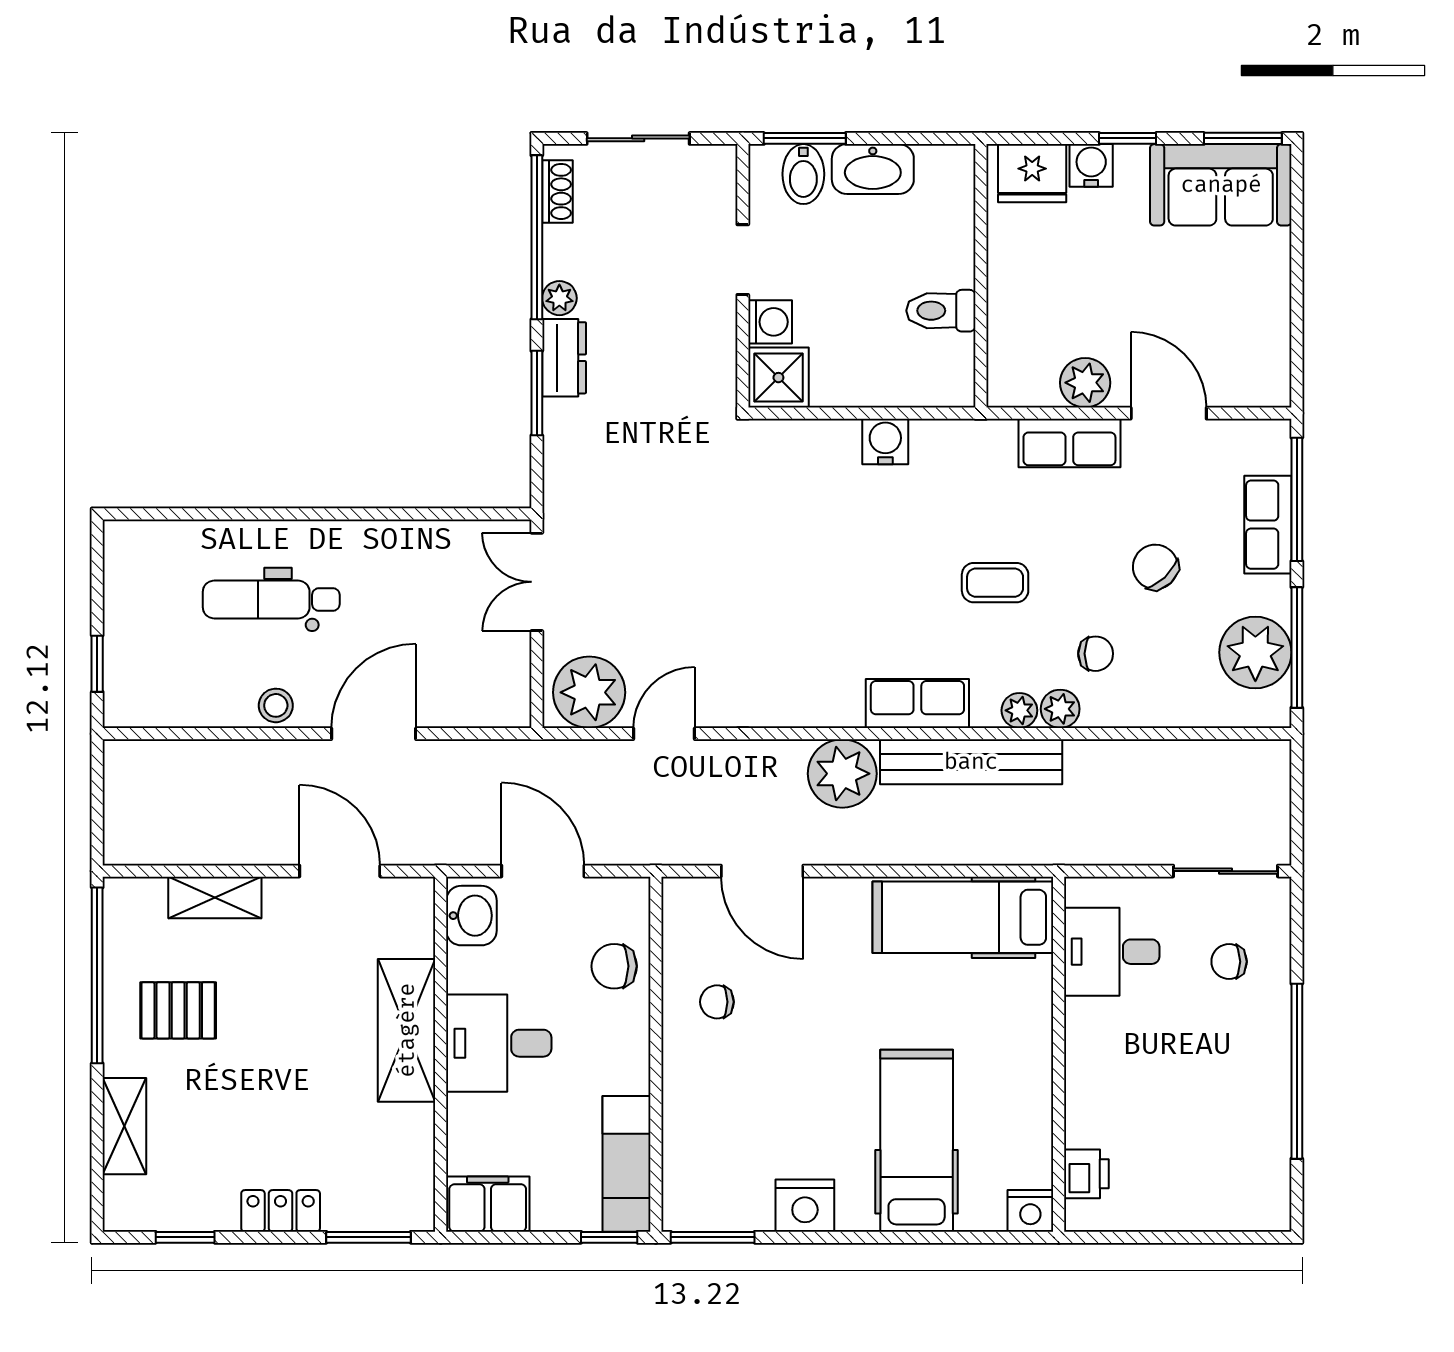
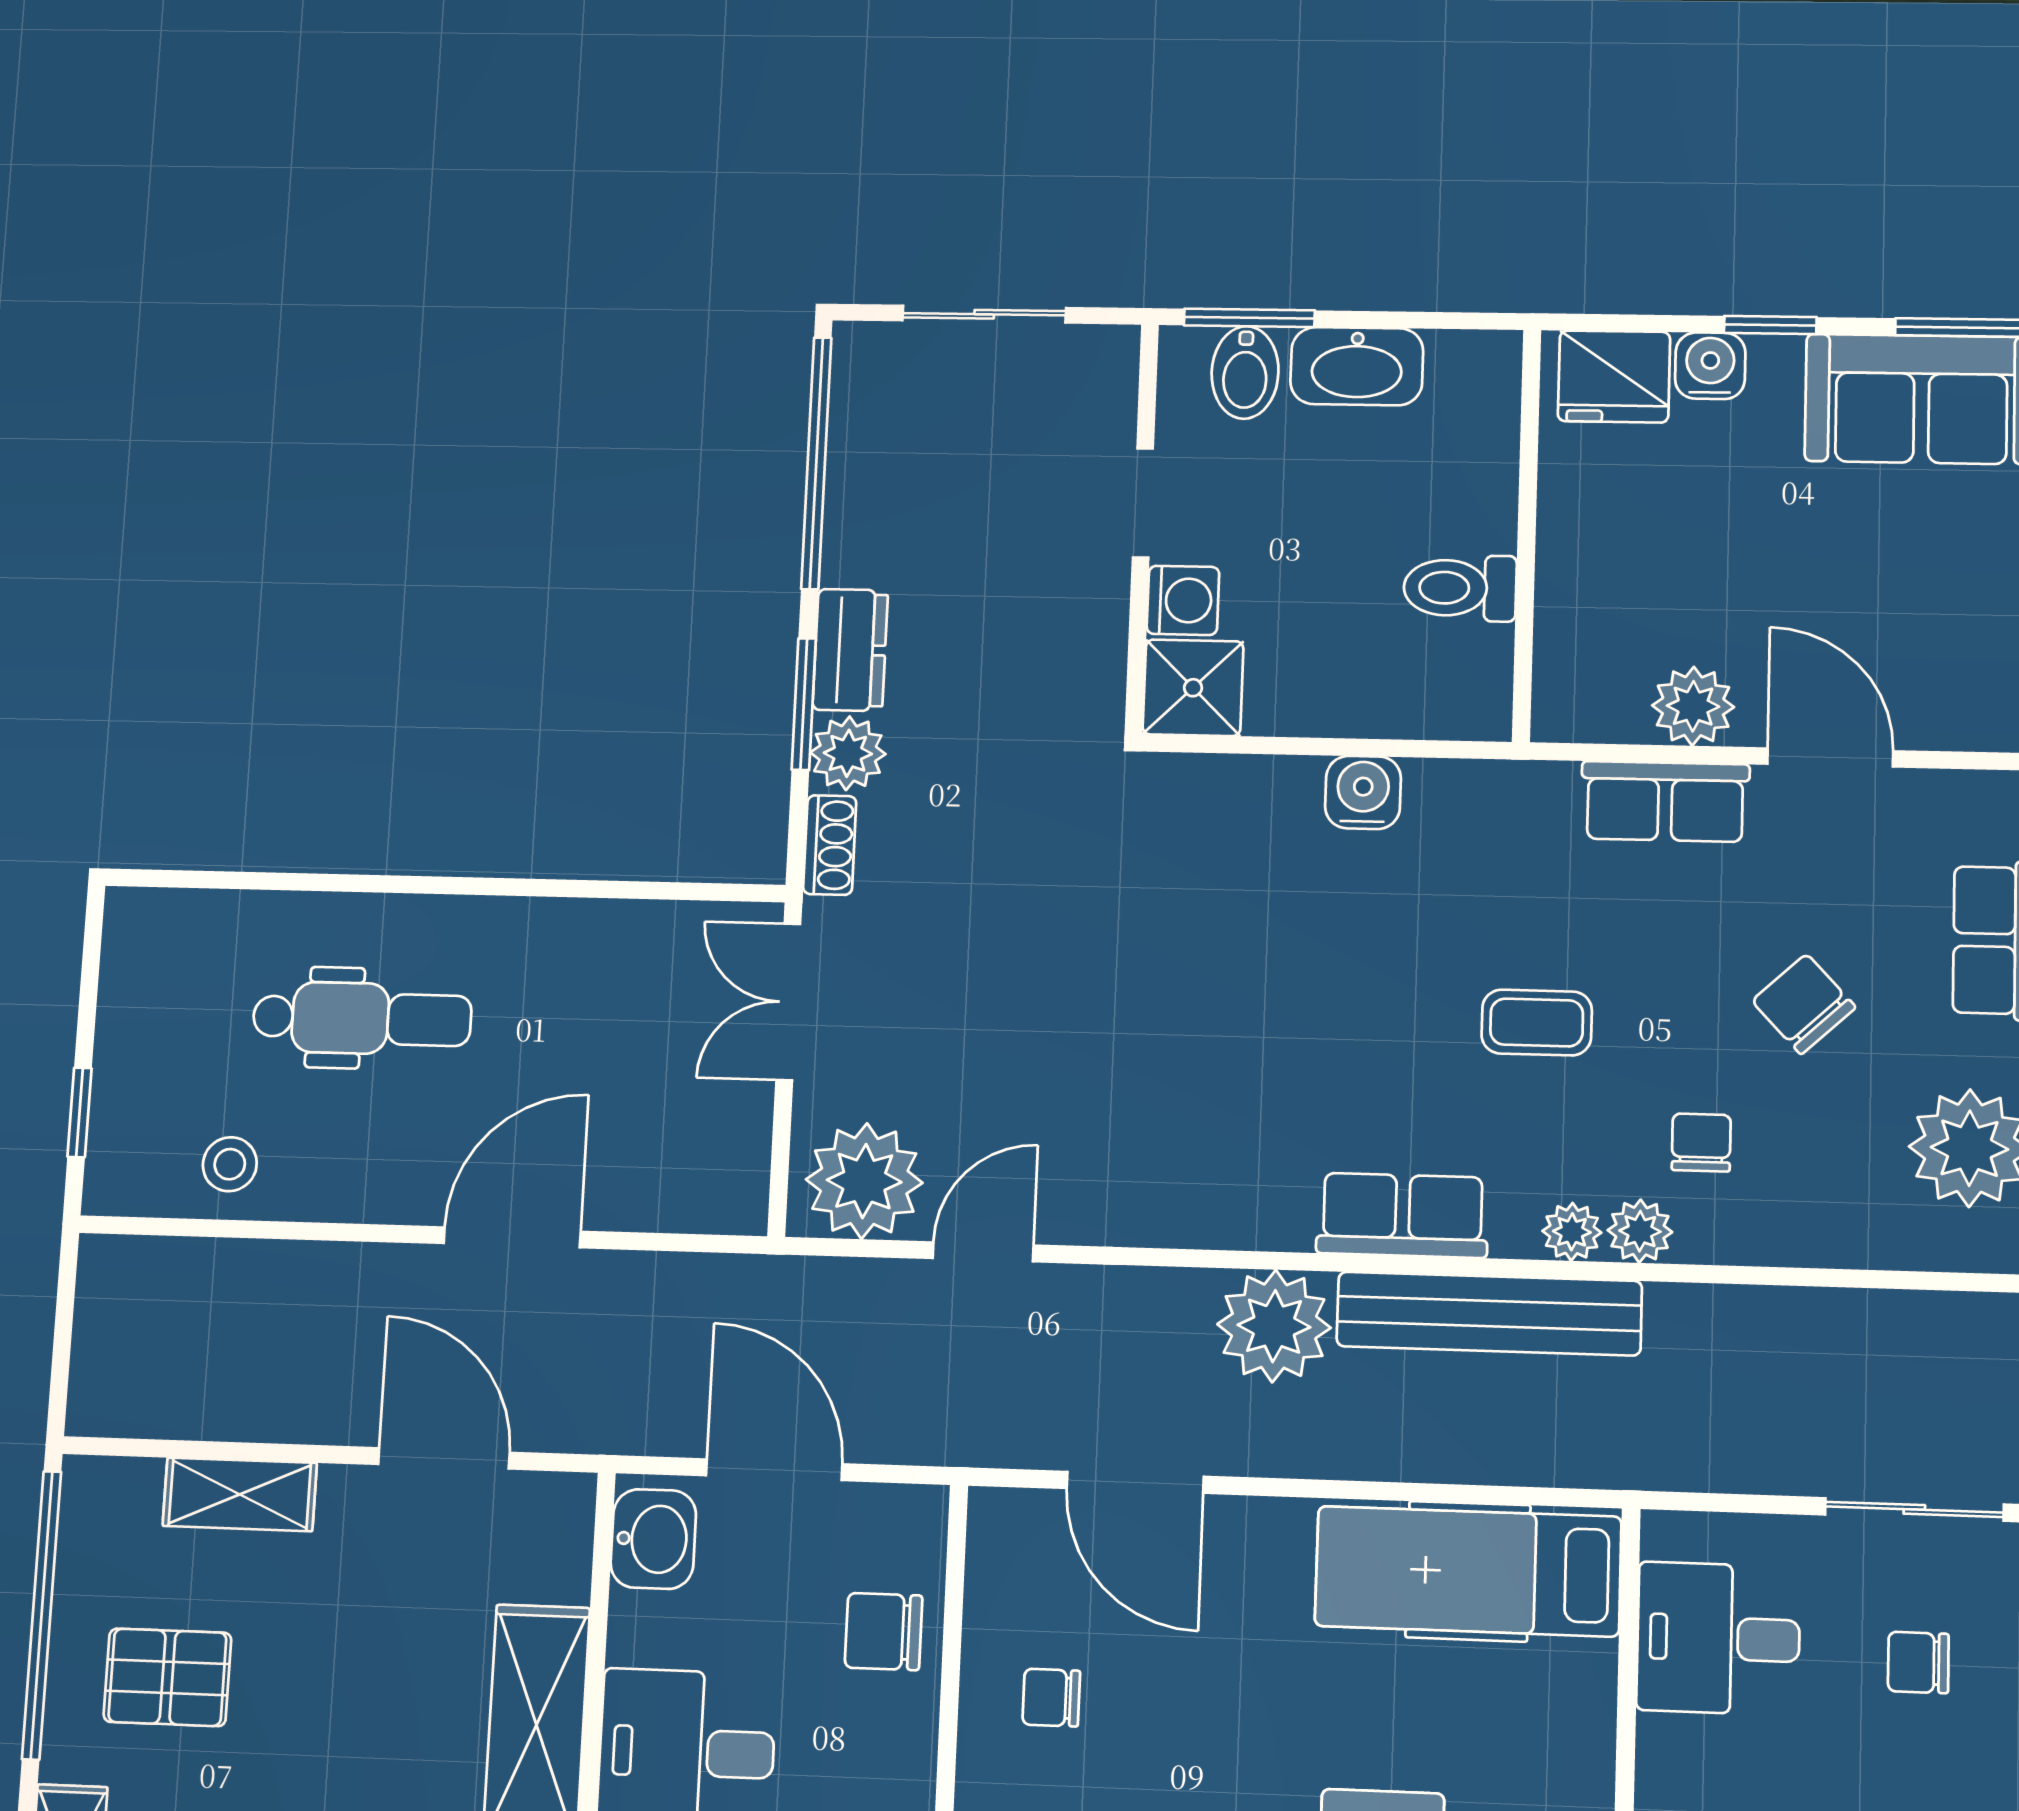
shoe rack: (557, 191) -> (830, 845), moved
plant: (559, 298) -> (848, 753), moved, width x1.38, depth x1.38
dental chair: (271, 599) -> (362, 1018), turned 180
chair: (1096, 654) -> (1701, 1143), turned -90
stool: (276, 705) -> (230, 1164), moved

